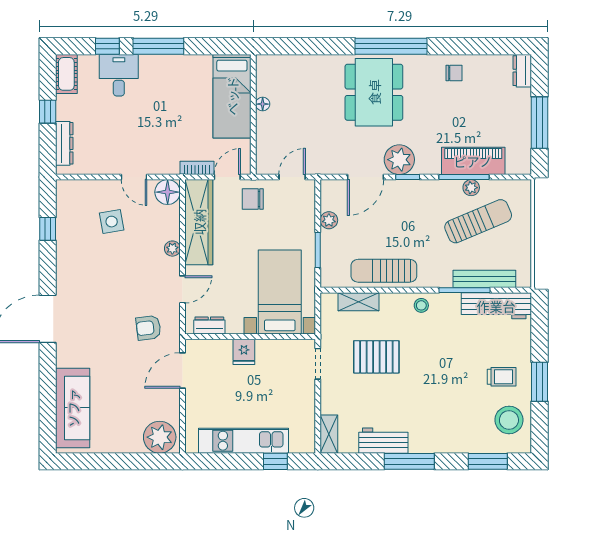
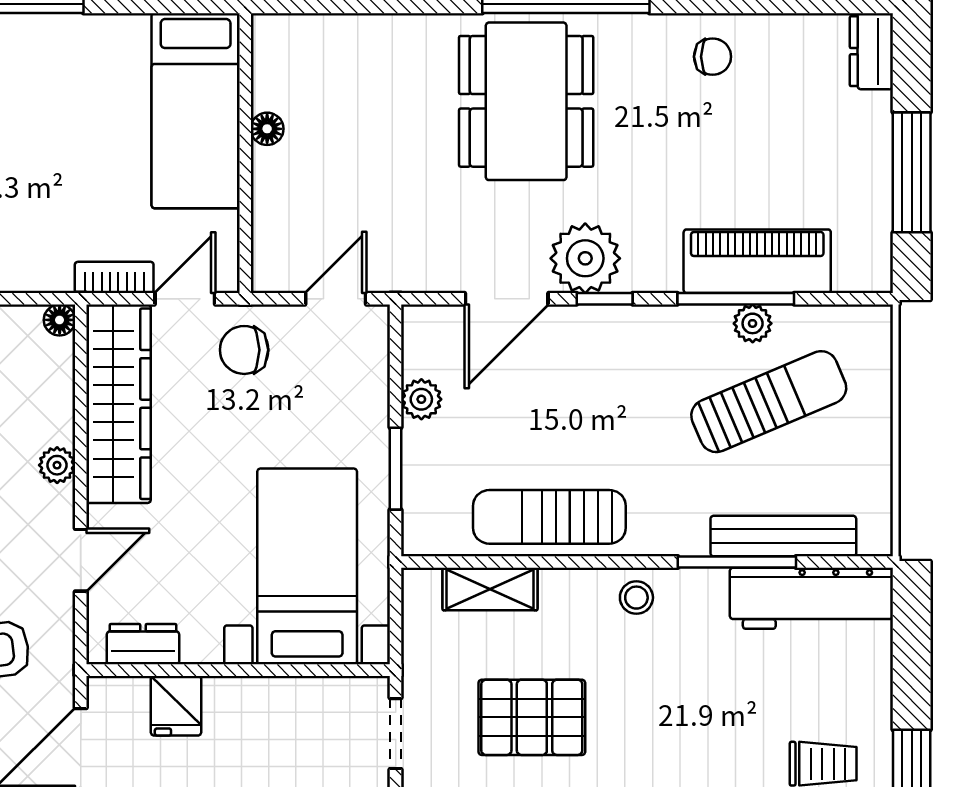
floor lamp: (168, 192) -> (60, 320), width x0.53, depth x0.53
fridge: (244, 352) -> (176, 706), moved

